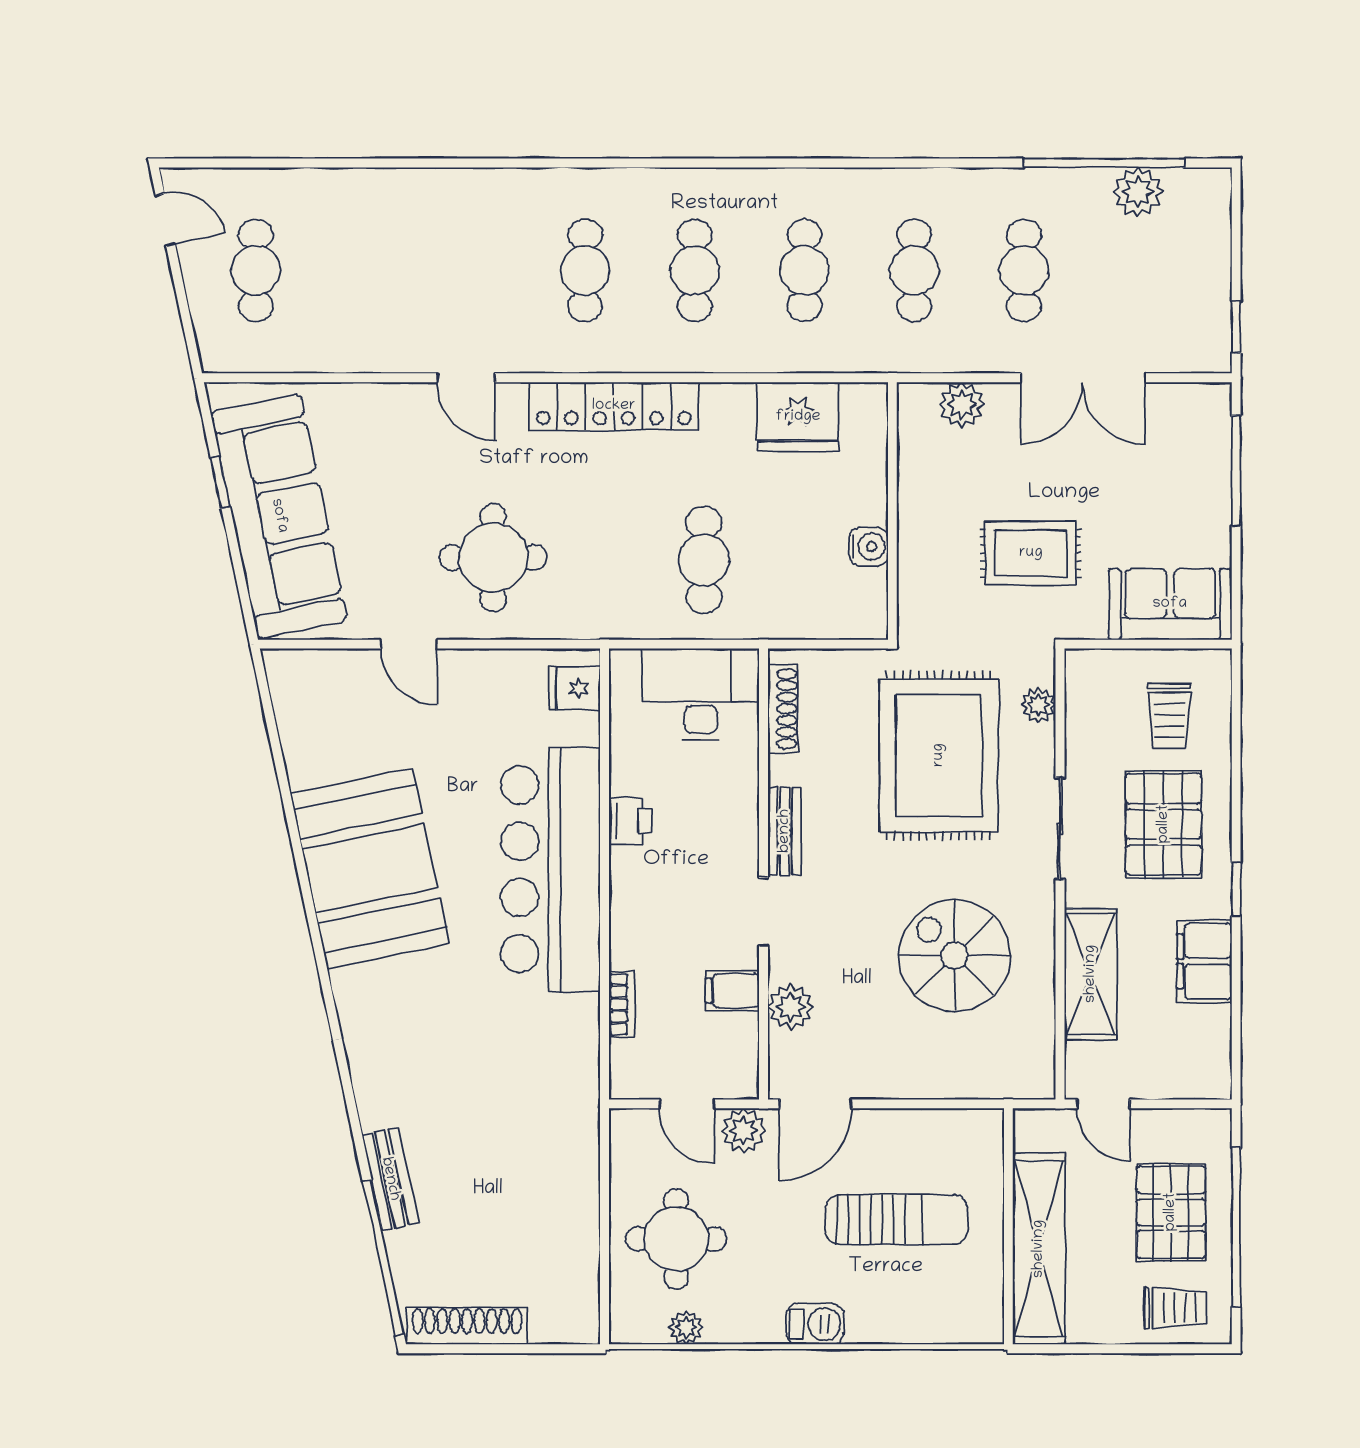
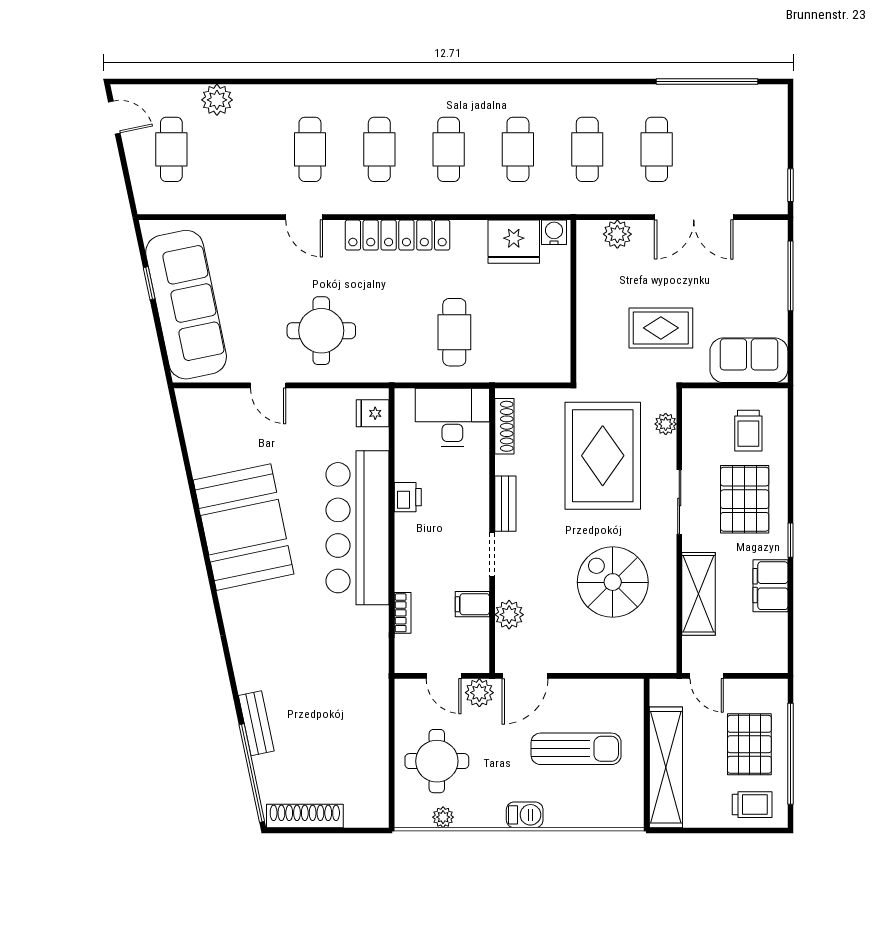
plant: (1138, 192) -> (217, 100), moved
cafe table: (475, 270) -> (310, 149), added
water cooler: (868, 546) -> (554, 232), moved, turned -90

